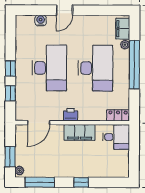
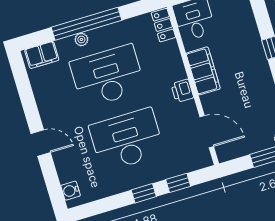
water cooler: (41, 20) -> (71, 191), moved
plant: (125, 45) -> (81, 40), moved

